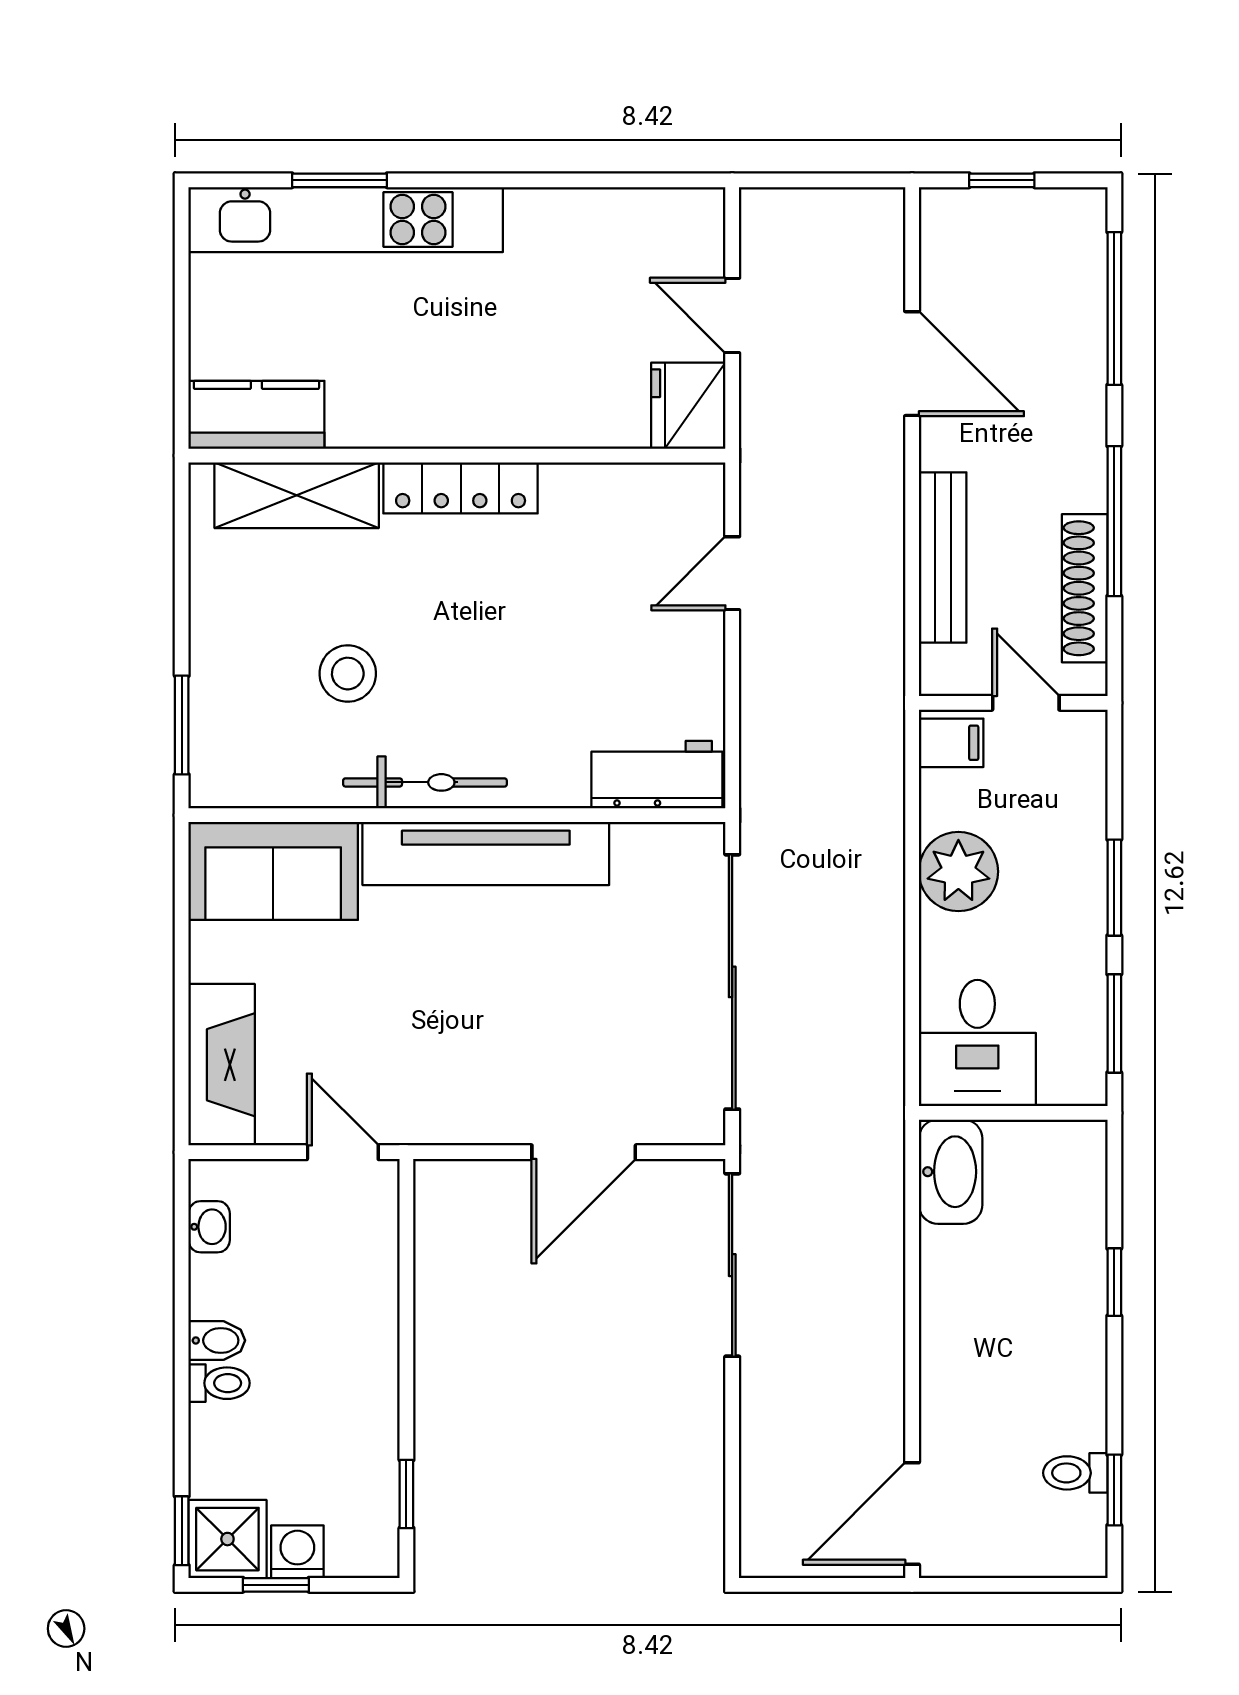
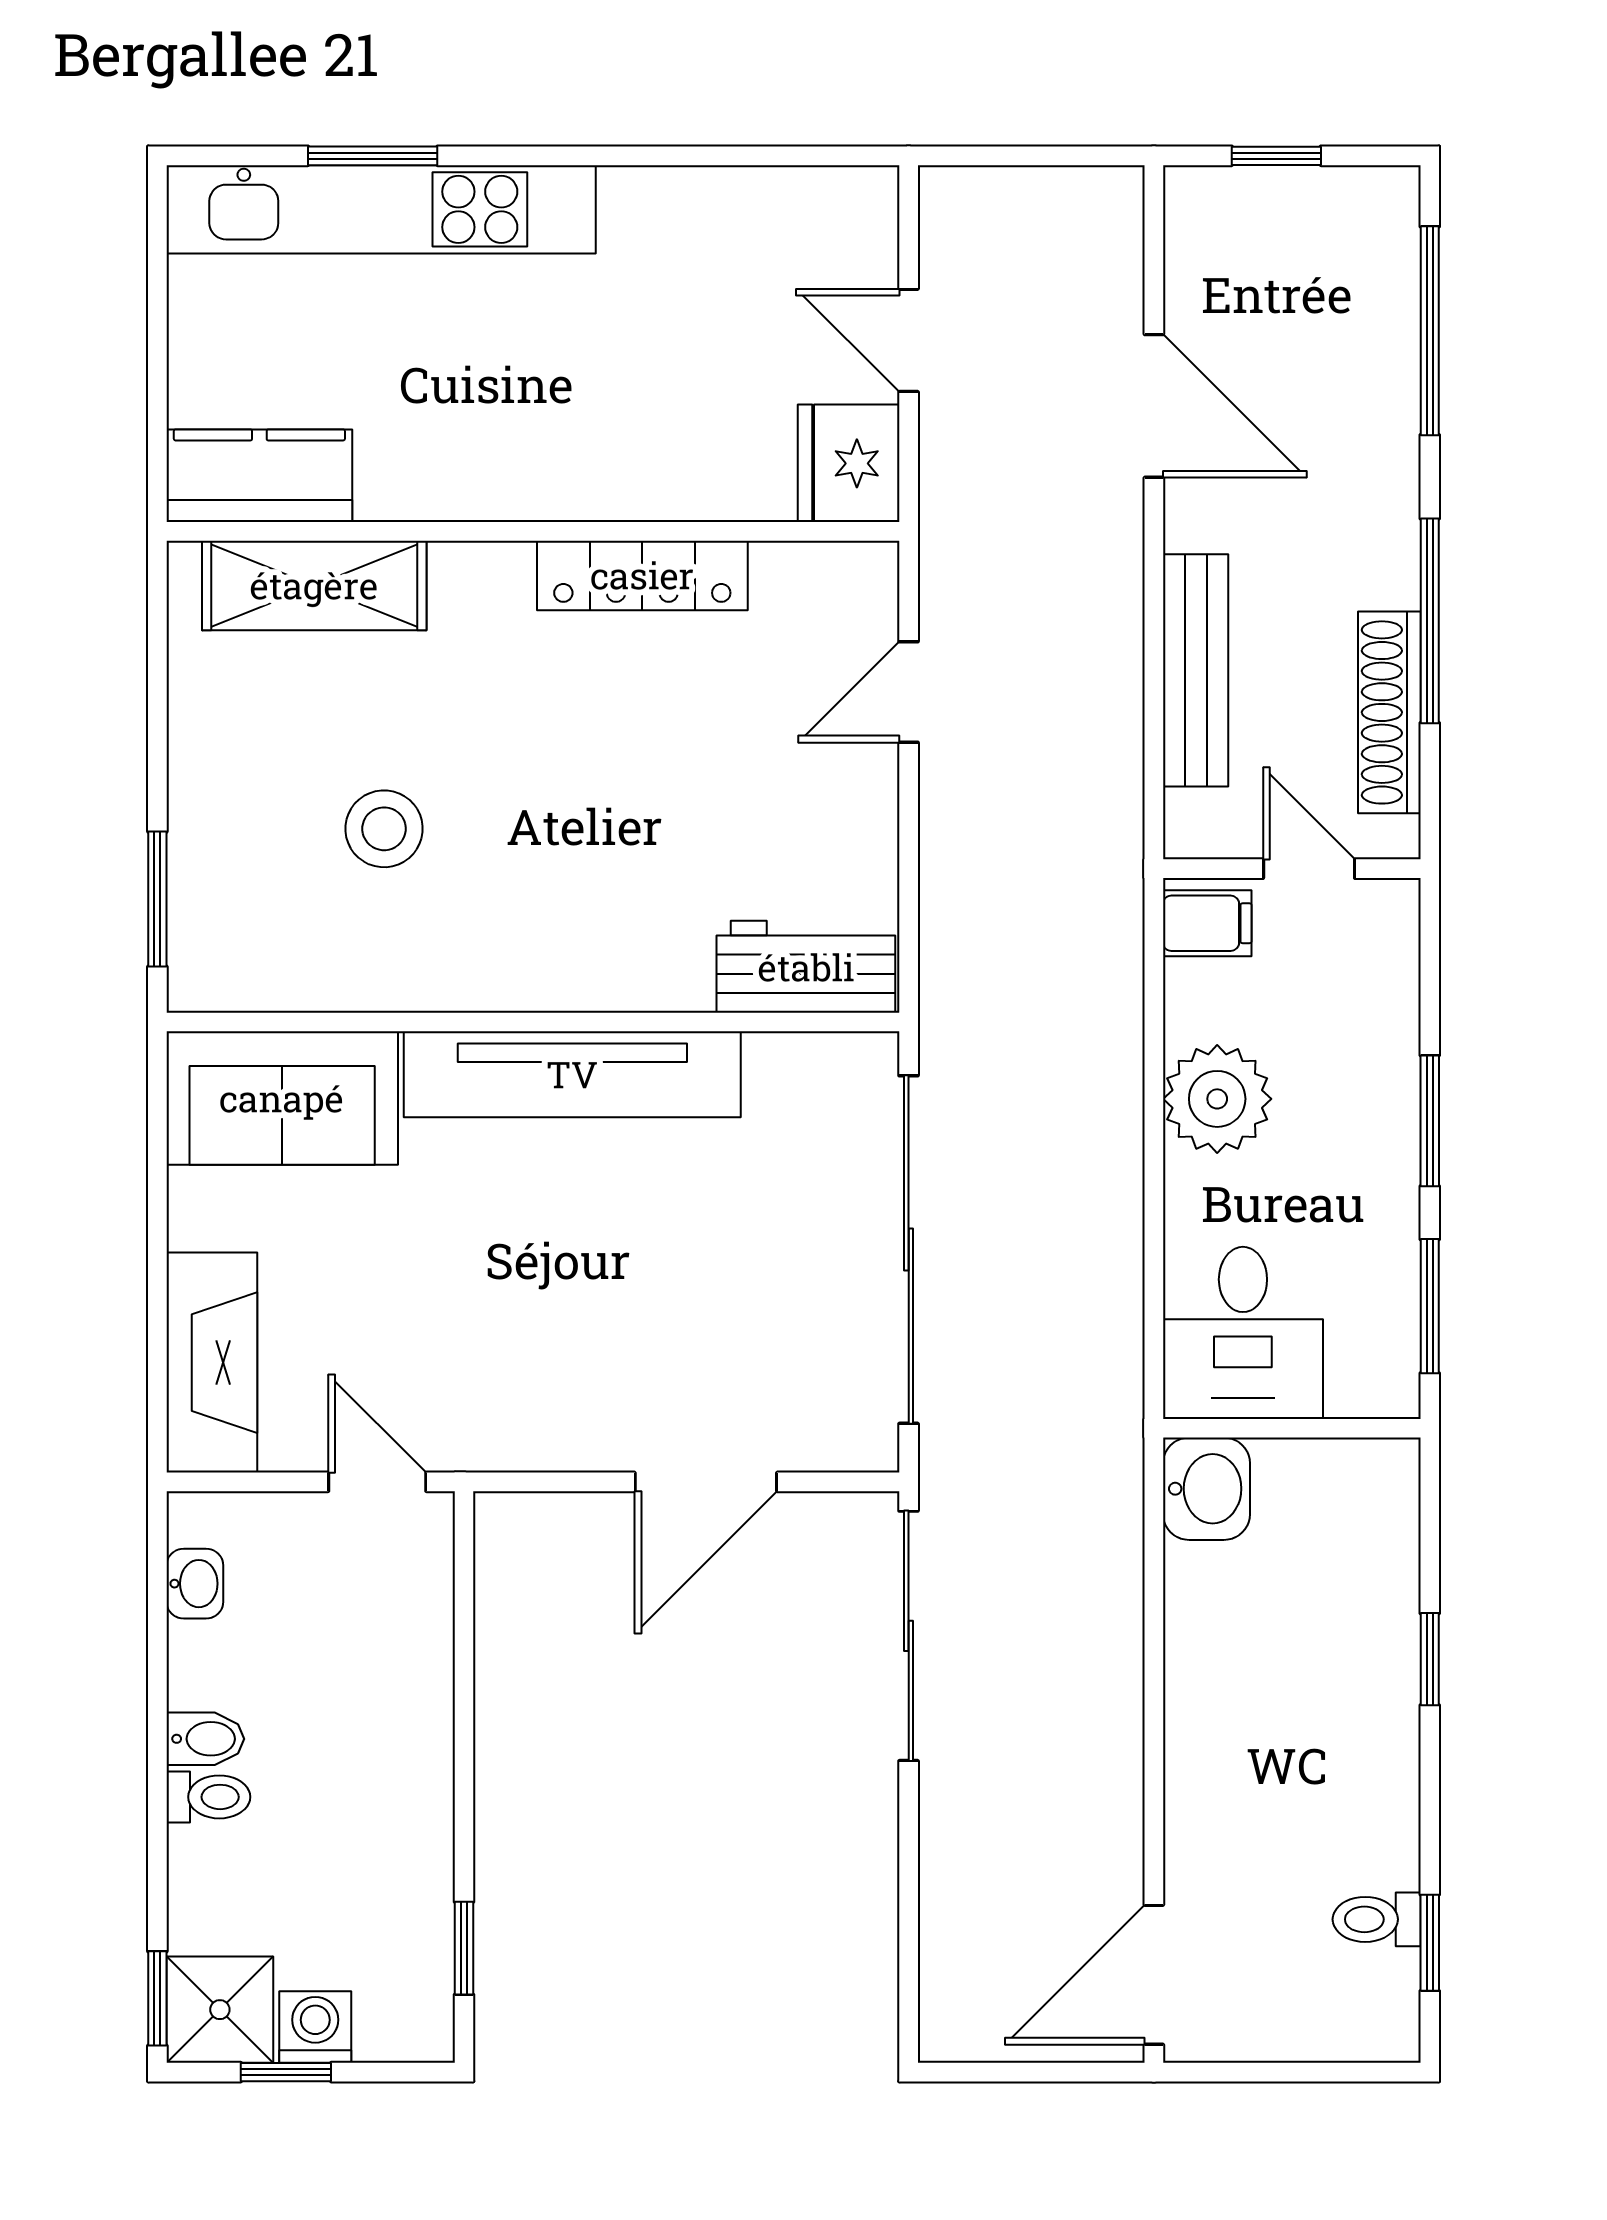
locker: (461, 488) -> (642, 575), moved
bicycle: (425, 782) -> (489, 977), removed
washbasin: (951, 1172) -> (1206, 1489), width x0.72

